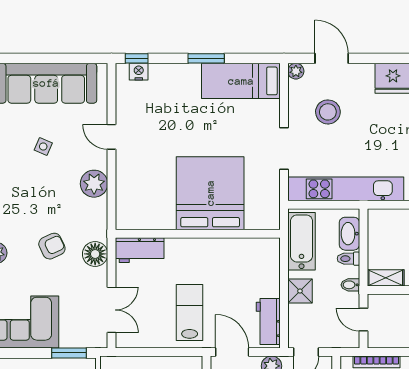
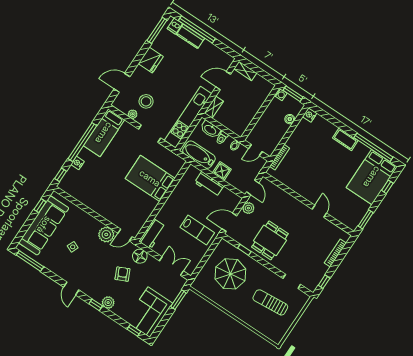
window: (71, 58) -> (40, 206), added
window: (206, 58) -> (82, 142), width x2.11
plant: (296, 71) -> (133, 114), moved
nightstand: (139, 72) -> (77, 163), moved
door: (112, 137) -> (125, 235), moved
bed: (210, 193) -> (150, 178), width x0.73
shelving: (386, 278) -> (214, 107), moved
lab bench: (190, 313) -> (197, 230), turned 180
workbench: (268, 322) -> (209, 184), moved

